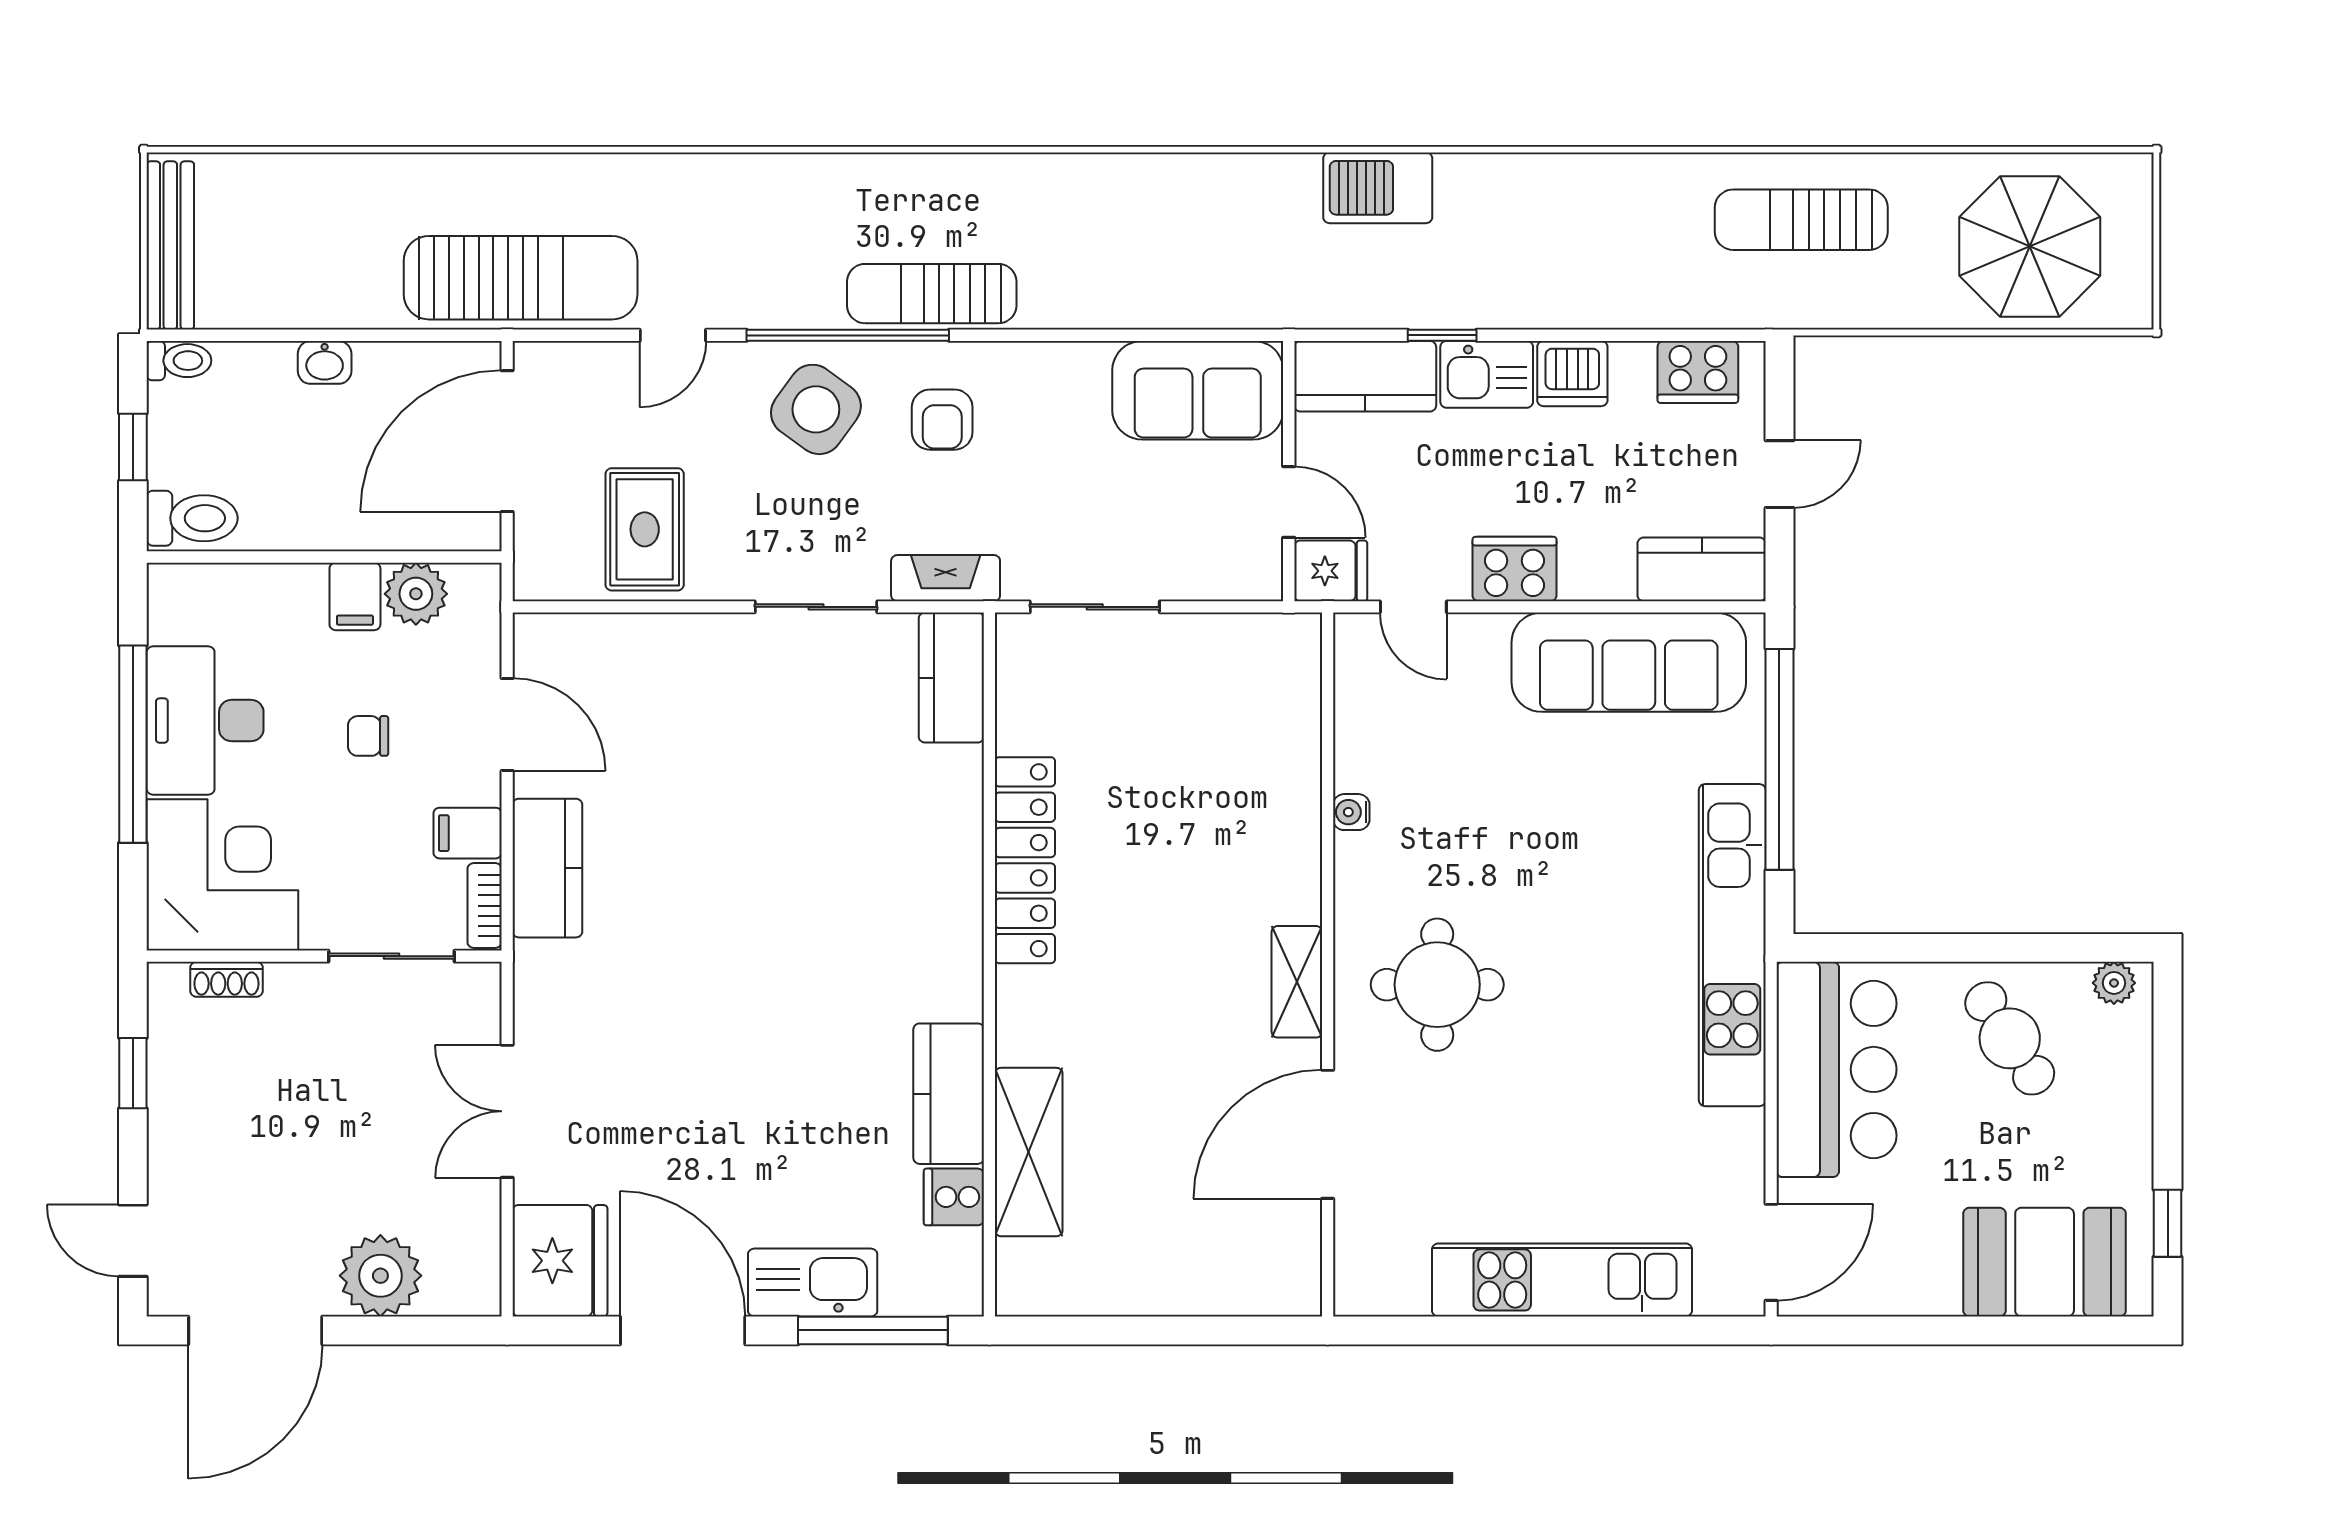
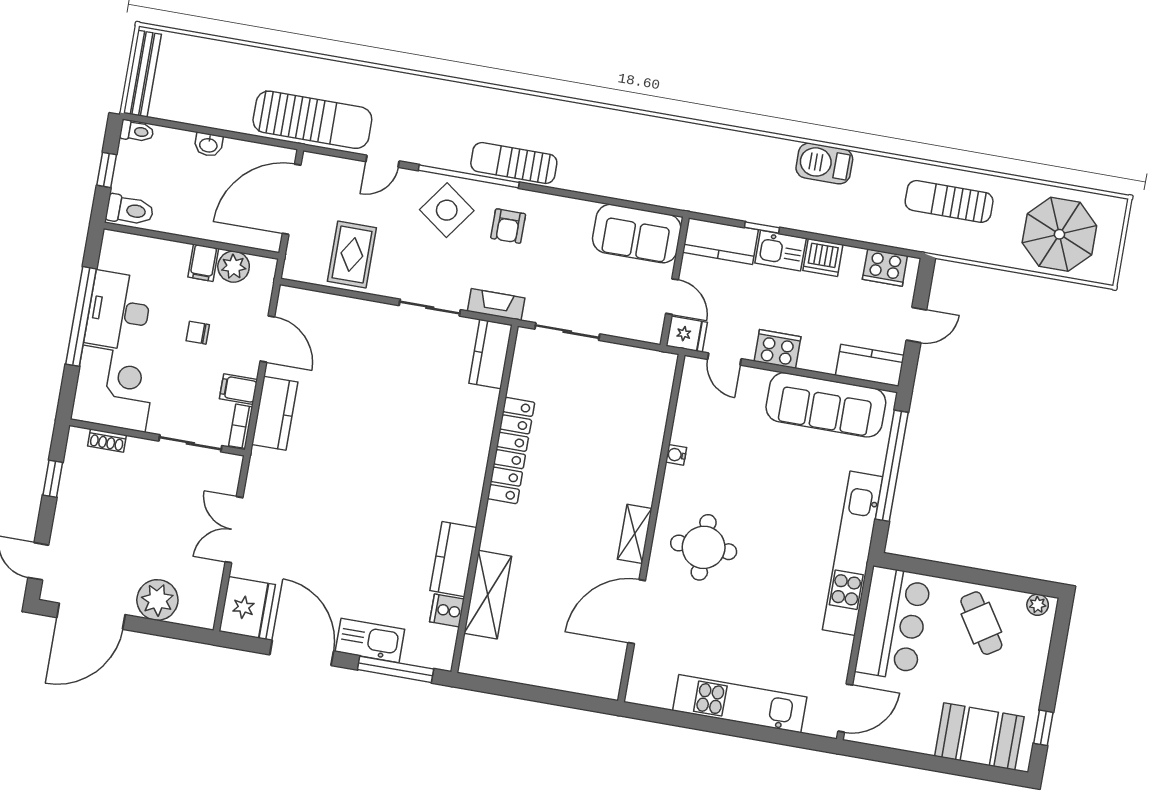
barbecue: (1378, 188) -> (824, 163), moved

